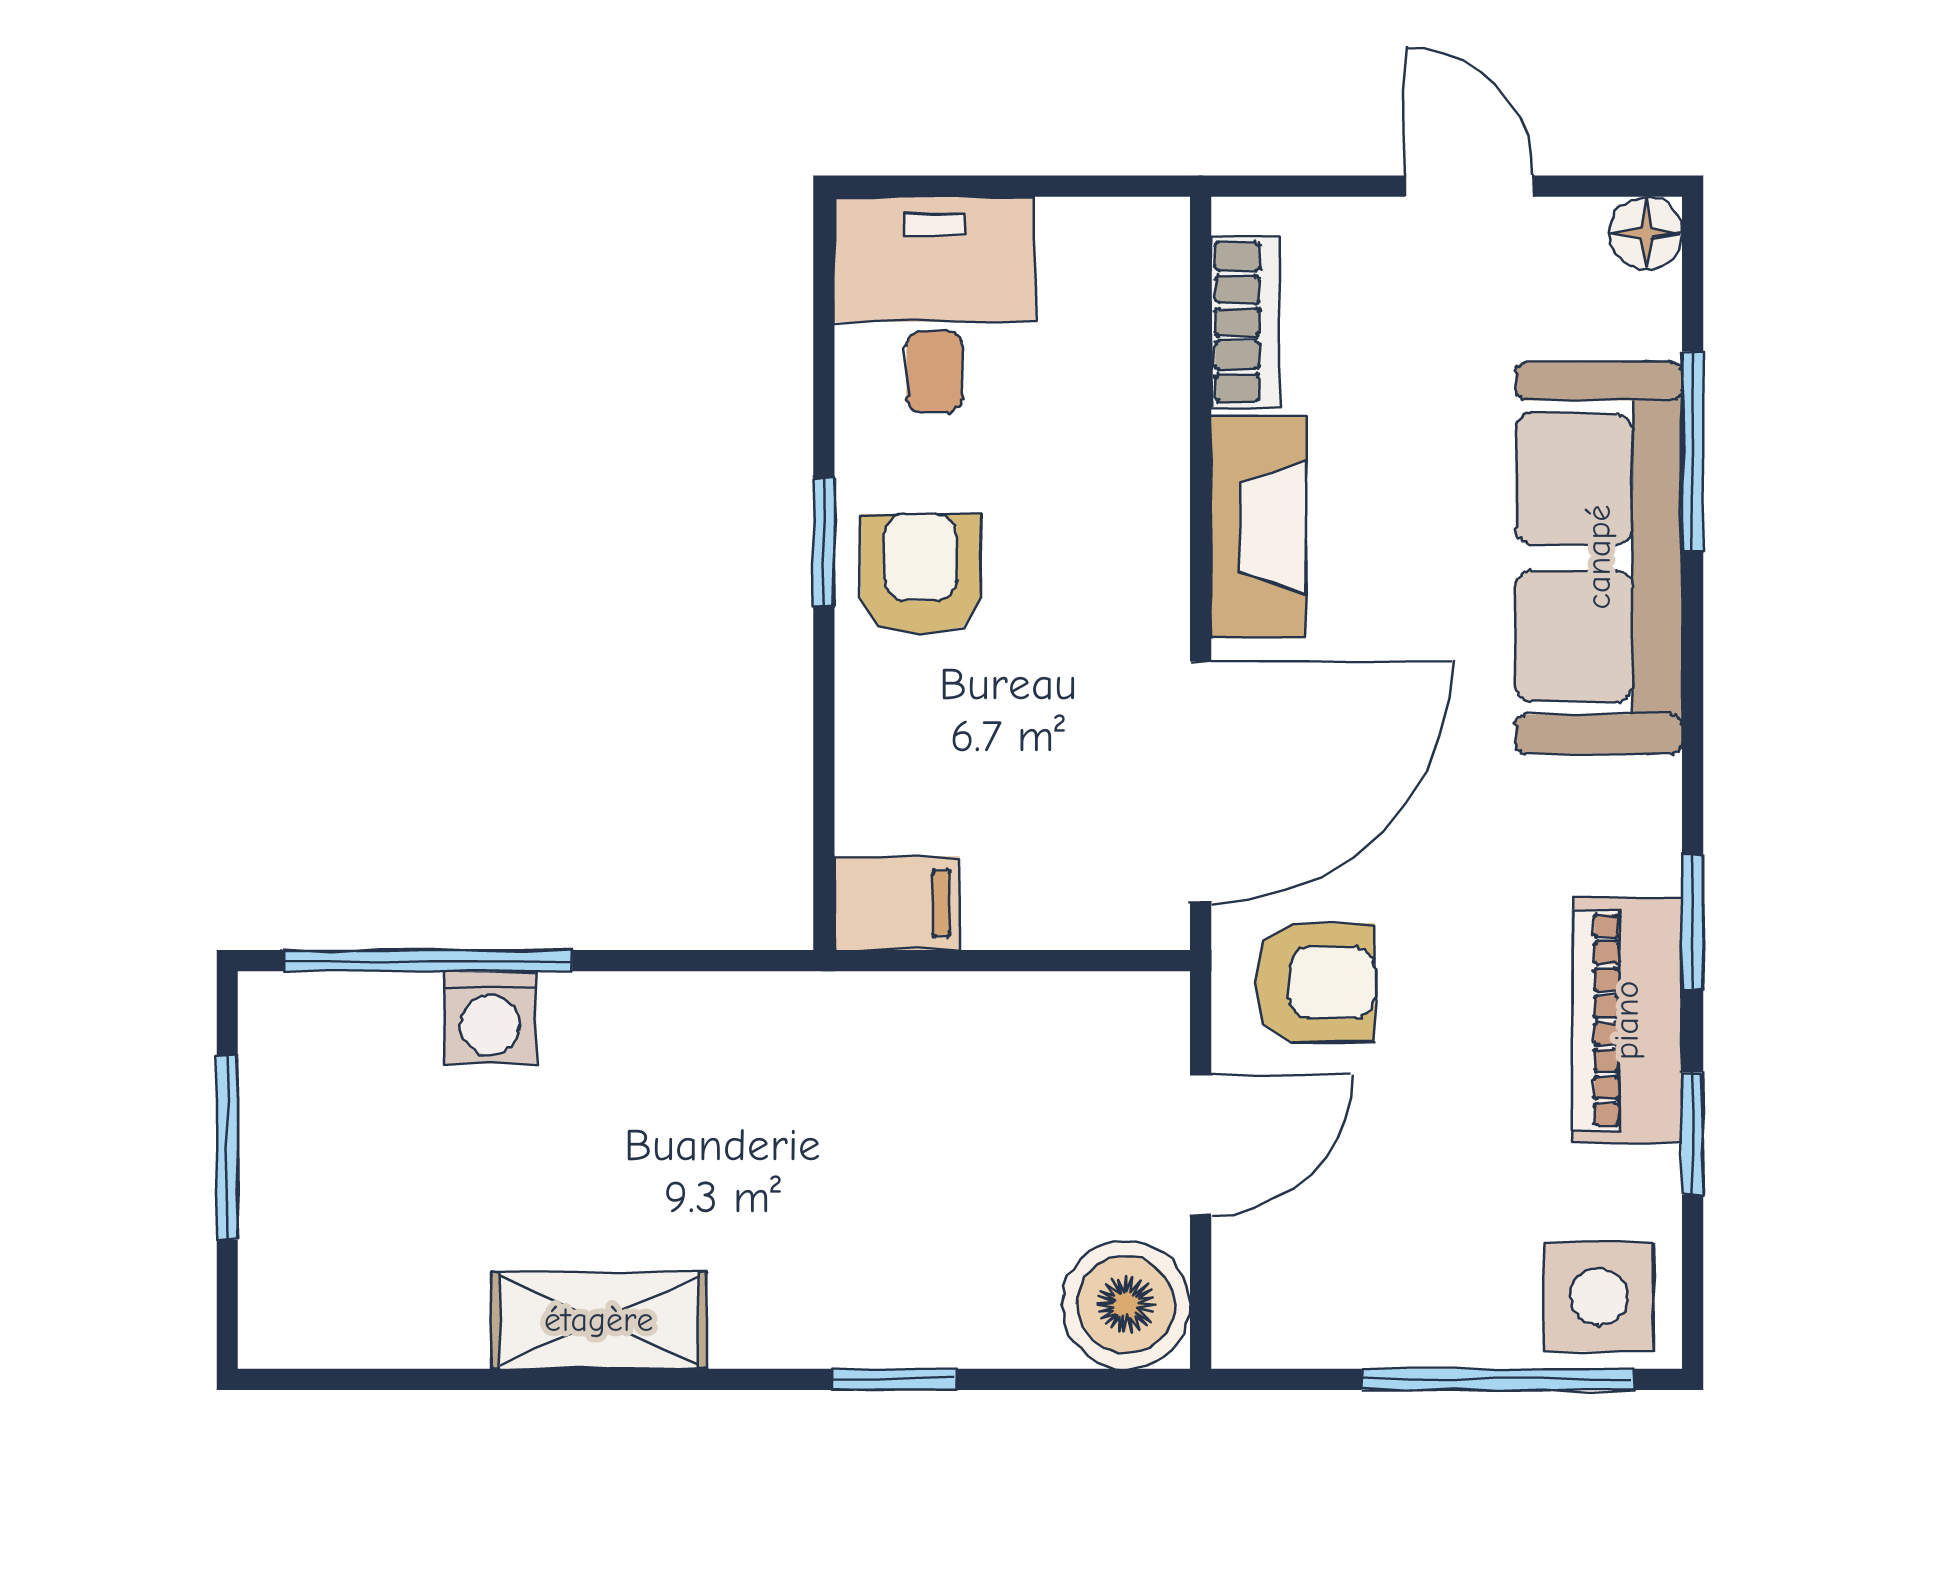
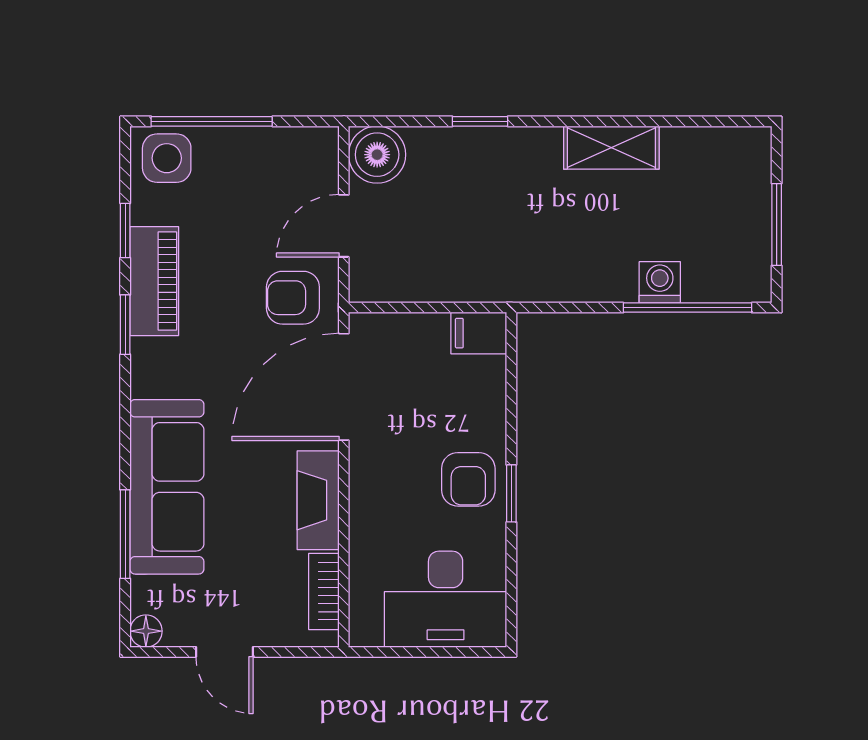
desk: (935, 305) -> (446, 599), width x1.37

